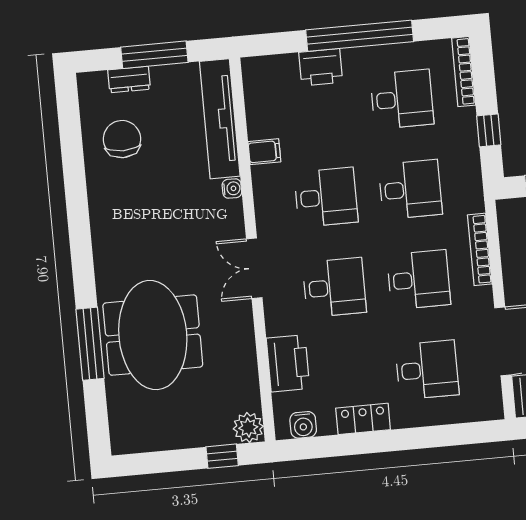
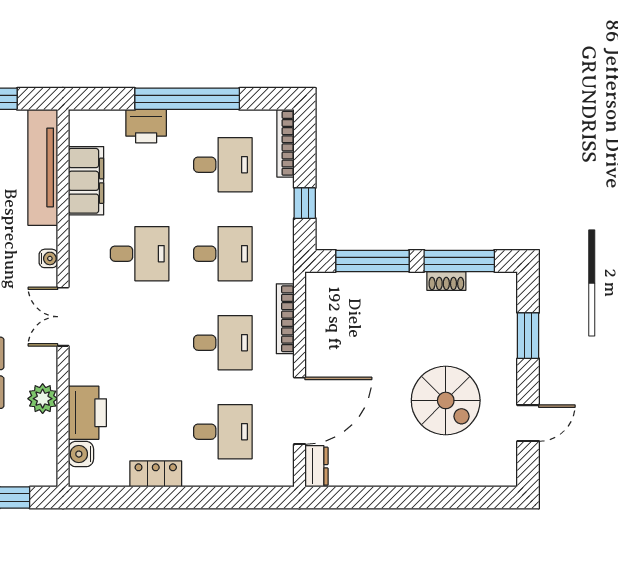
filing cabinet: (264, 152) -> (86, 181), width x3.00, depth x1.17
water cooler: (232, 189) -> (48, 258), moved
desk: (334, 287) -> (140, 343), removed
water cooler: (303, 425) -> (81, 454), moved, turned 90
plant: (248, 428) -> (43, 399), moved

